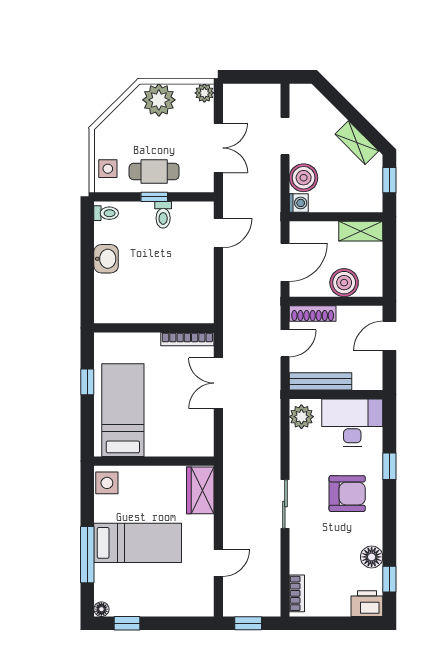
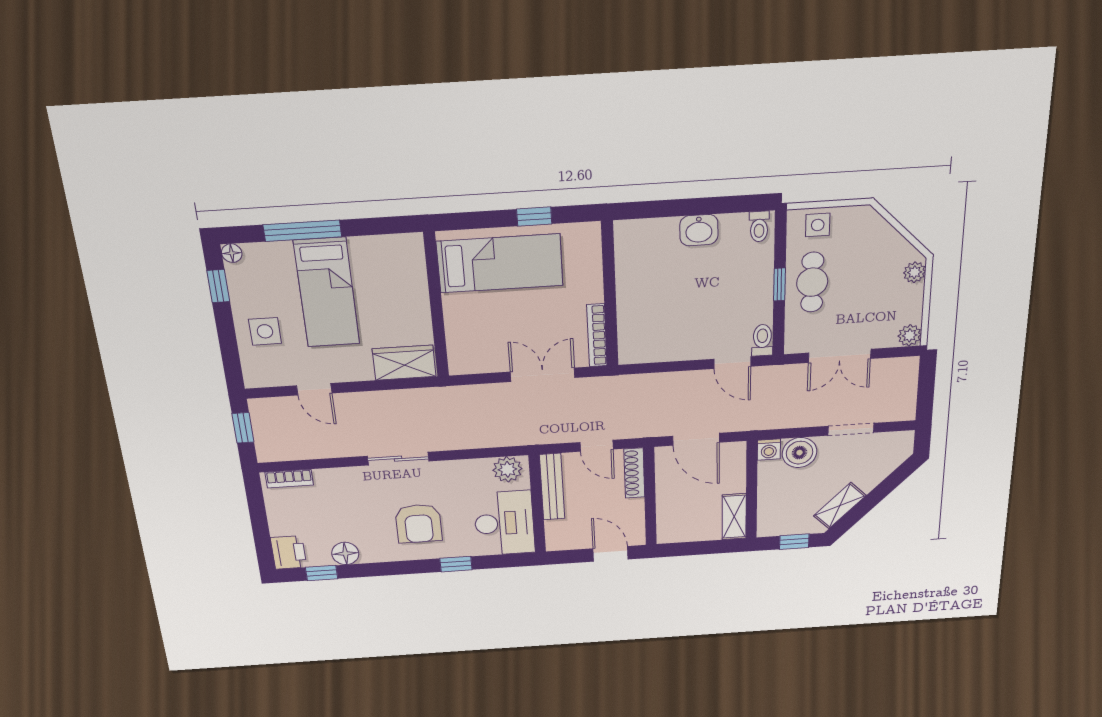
plant: (159, 100) -> (915, 272), width x0.53, depth x0.53
toilet: (163, 215) -> (762, 340), moved, turned 90
boiler: (344, 283) -> (672, 504), removed
side table: (107, 483) -> (265, 331), moved

